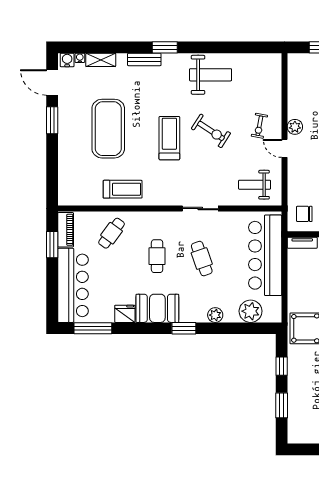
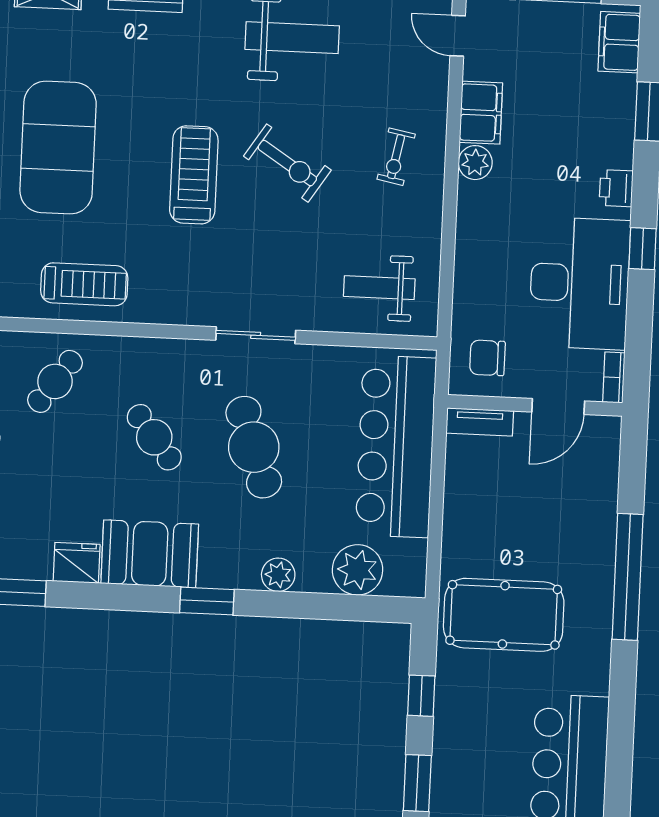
filing cabinet: (296, 104) -> (481, 113), added
door: (284, 148) -> (458, 36), moved
cafe table: (157, 256) -> (154, 437), turned -38
cafe table: (202, 259) -> (254, 447), width x1.37, depth x1.35

